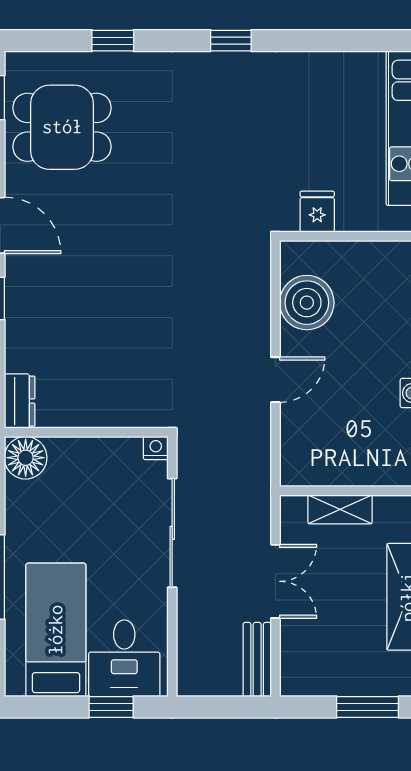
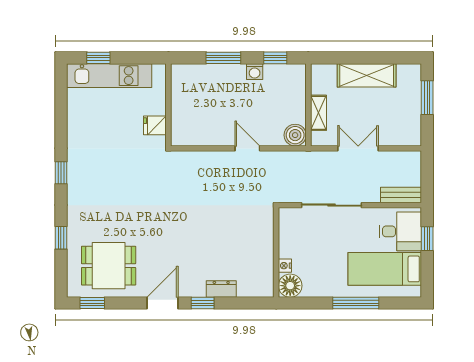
dining table: (62, 127) -> (109, 266), turned 90
boiler: (307, 303) -> (295, 135), moved, width x0.73, depth x0.73
dresser: (20, 401) -> (221, 289), moved
nightstand: (156, 448) -> (285, 266), moved
bench: (257, 660) -> (401, 195), moved

